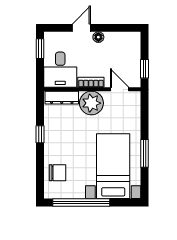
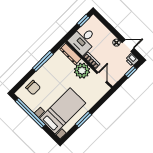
door: (81, 28) -> (128, 45), moved
printer: (133, 39) -> (132, 60), added
window: (145, 69) -> (131, 72), moved
window: (40, 134) -> (43, 61), width x2.17

